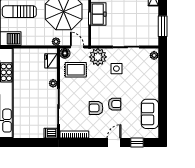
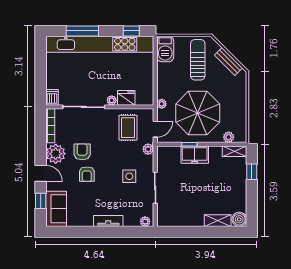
window: (163, 26) -> (180, 232), removed
floor lamp: (65, 53) -> (148, 114), removed
plant: (98, 57) -> (148, 149), width x0.53, depth x0.53
fridge: (51, 61) -> (126, 98), moved
tv unit: (154, 86) -> (108, 221), added
sofa: (150, 114) -> (56, 209), moved, turned 90
plant: (98, 130) -> (56, 154), added

